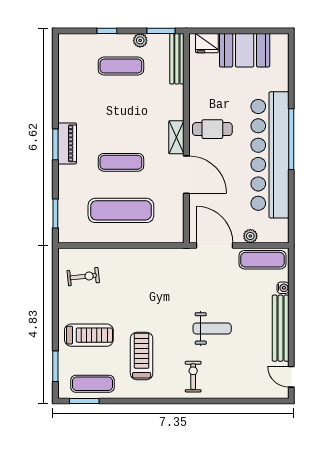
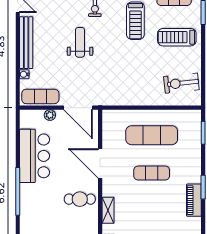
shelving: (176, 137) -> (108, 210), moved
piano: (67, 143) -> (194, 200), moved
bar counter: (270, 155) -> (34, 156), width x0.54
exercise bike: (83, 277) -> (181, 83), width x1.38, depth x1.39
weight bench: (212, 328) -> (80, 42), turned 90

